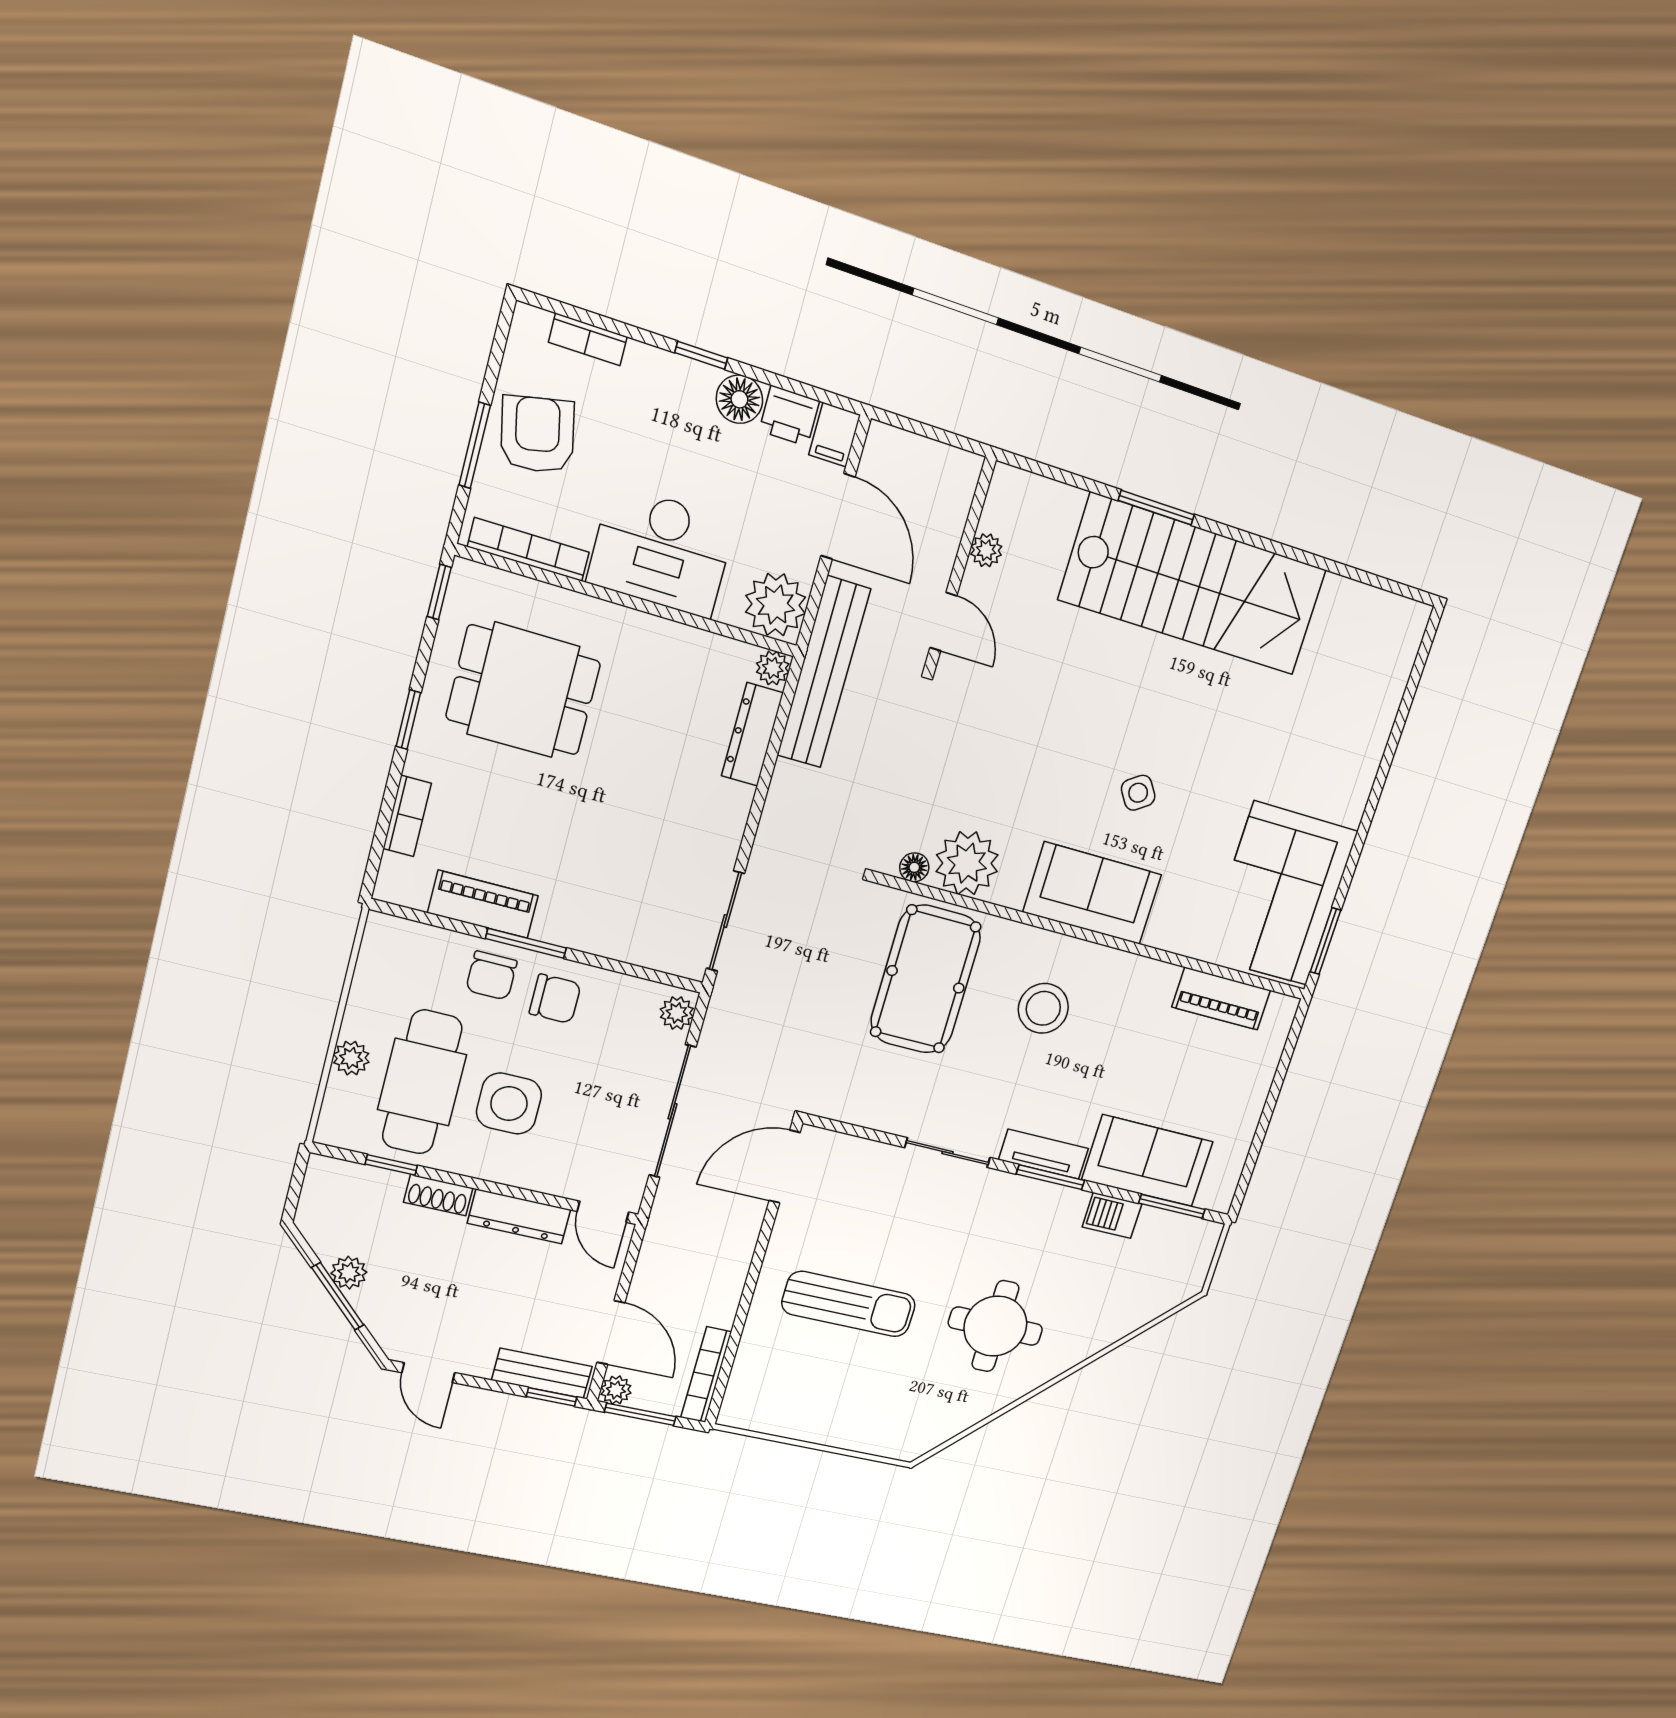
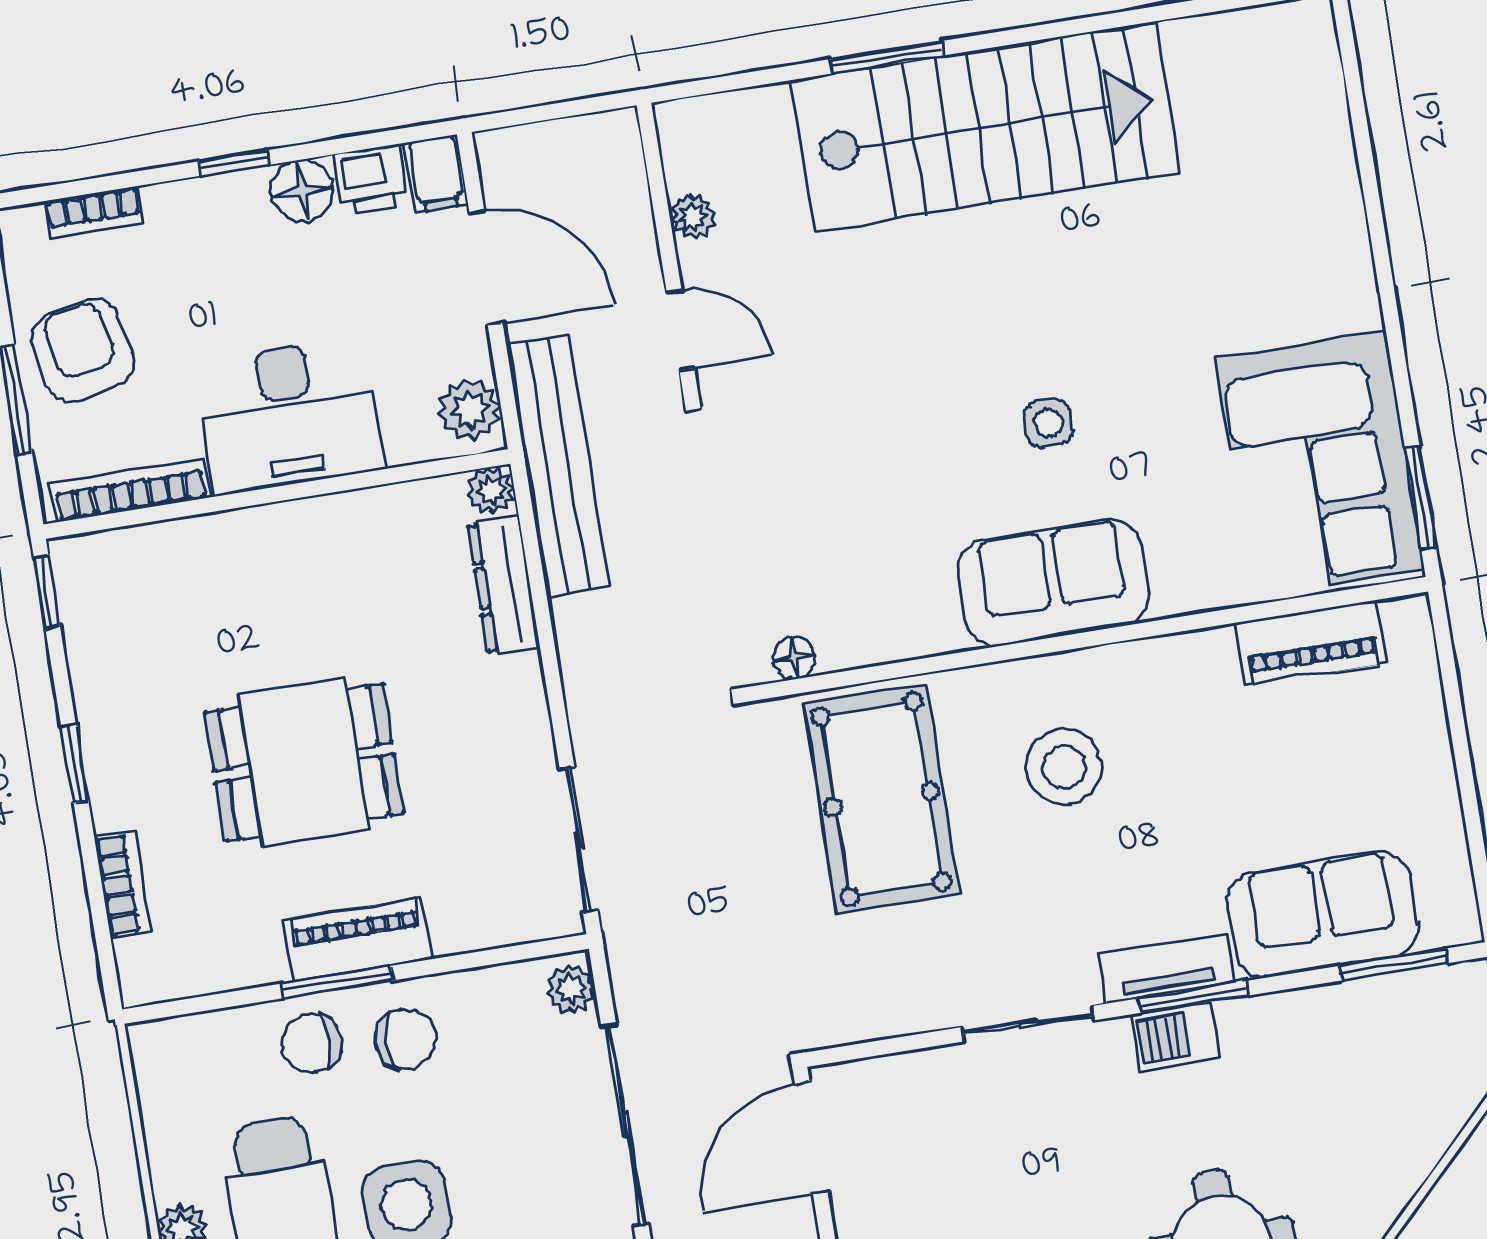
plant: (776, 605) -> (470, 410), width x0.73, depth x0.73
dining table: (523, 690) -> (304, 762), moved
side table: (1138, 793) -> (1048, 423), turned 34
plant: (967, 863) -> (862, 621), removed
piano: (483, 904) -> (358, 940), moved
chair: (491, 975) -> (312, 1043), turned 90
barbecue: (1112, 1215) -> (1175, 1036), moved

